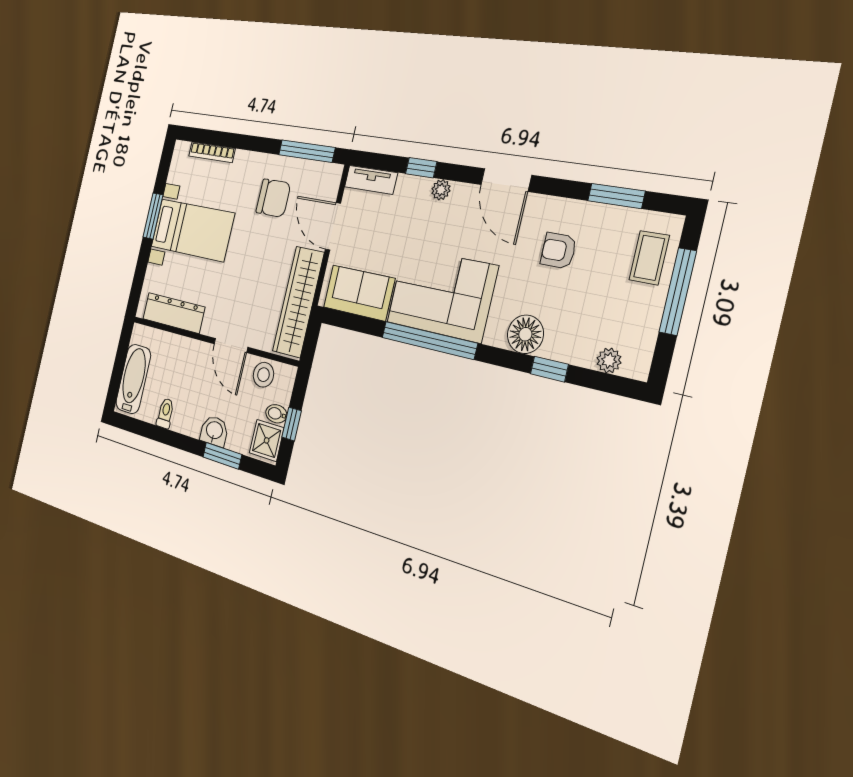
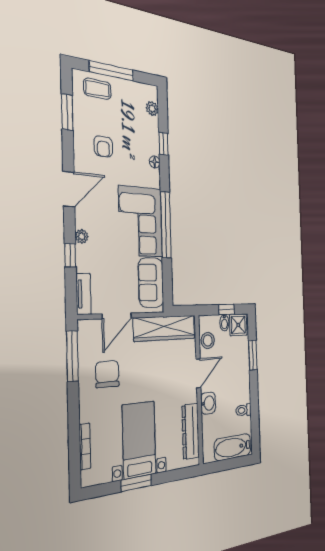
floor lamp: (525, 334) -> (155, 162), width x0.53, depth x0.53
washbasin: (214, 431) -> (208, 403), moved, turned 180

